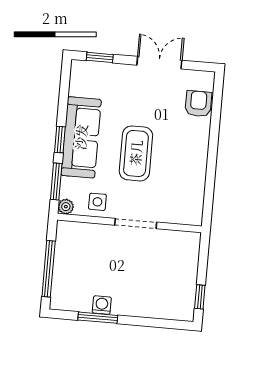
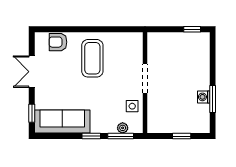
sofa: (81, 137) -> (62, 121), moved
coffee table: (136, 153) -> (92, 58), moved, turned 90
plant: (66, 207) -> (123, 128), moved
window: (49, 269) -> (182, 136), width x0.46

